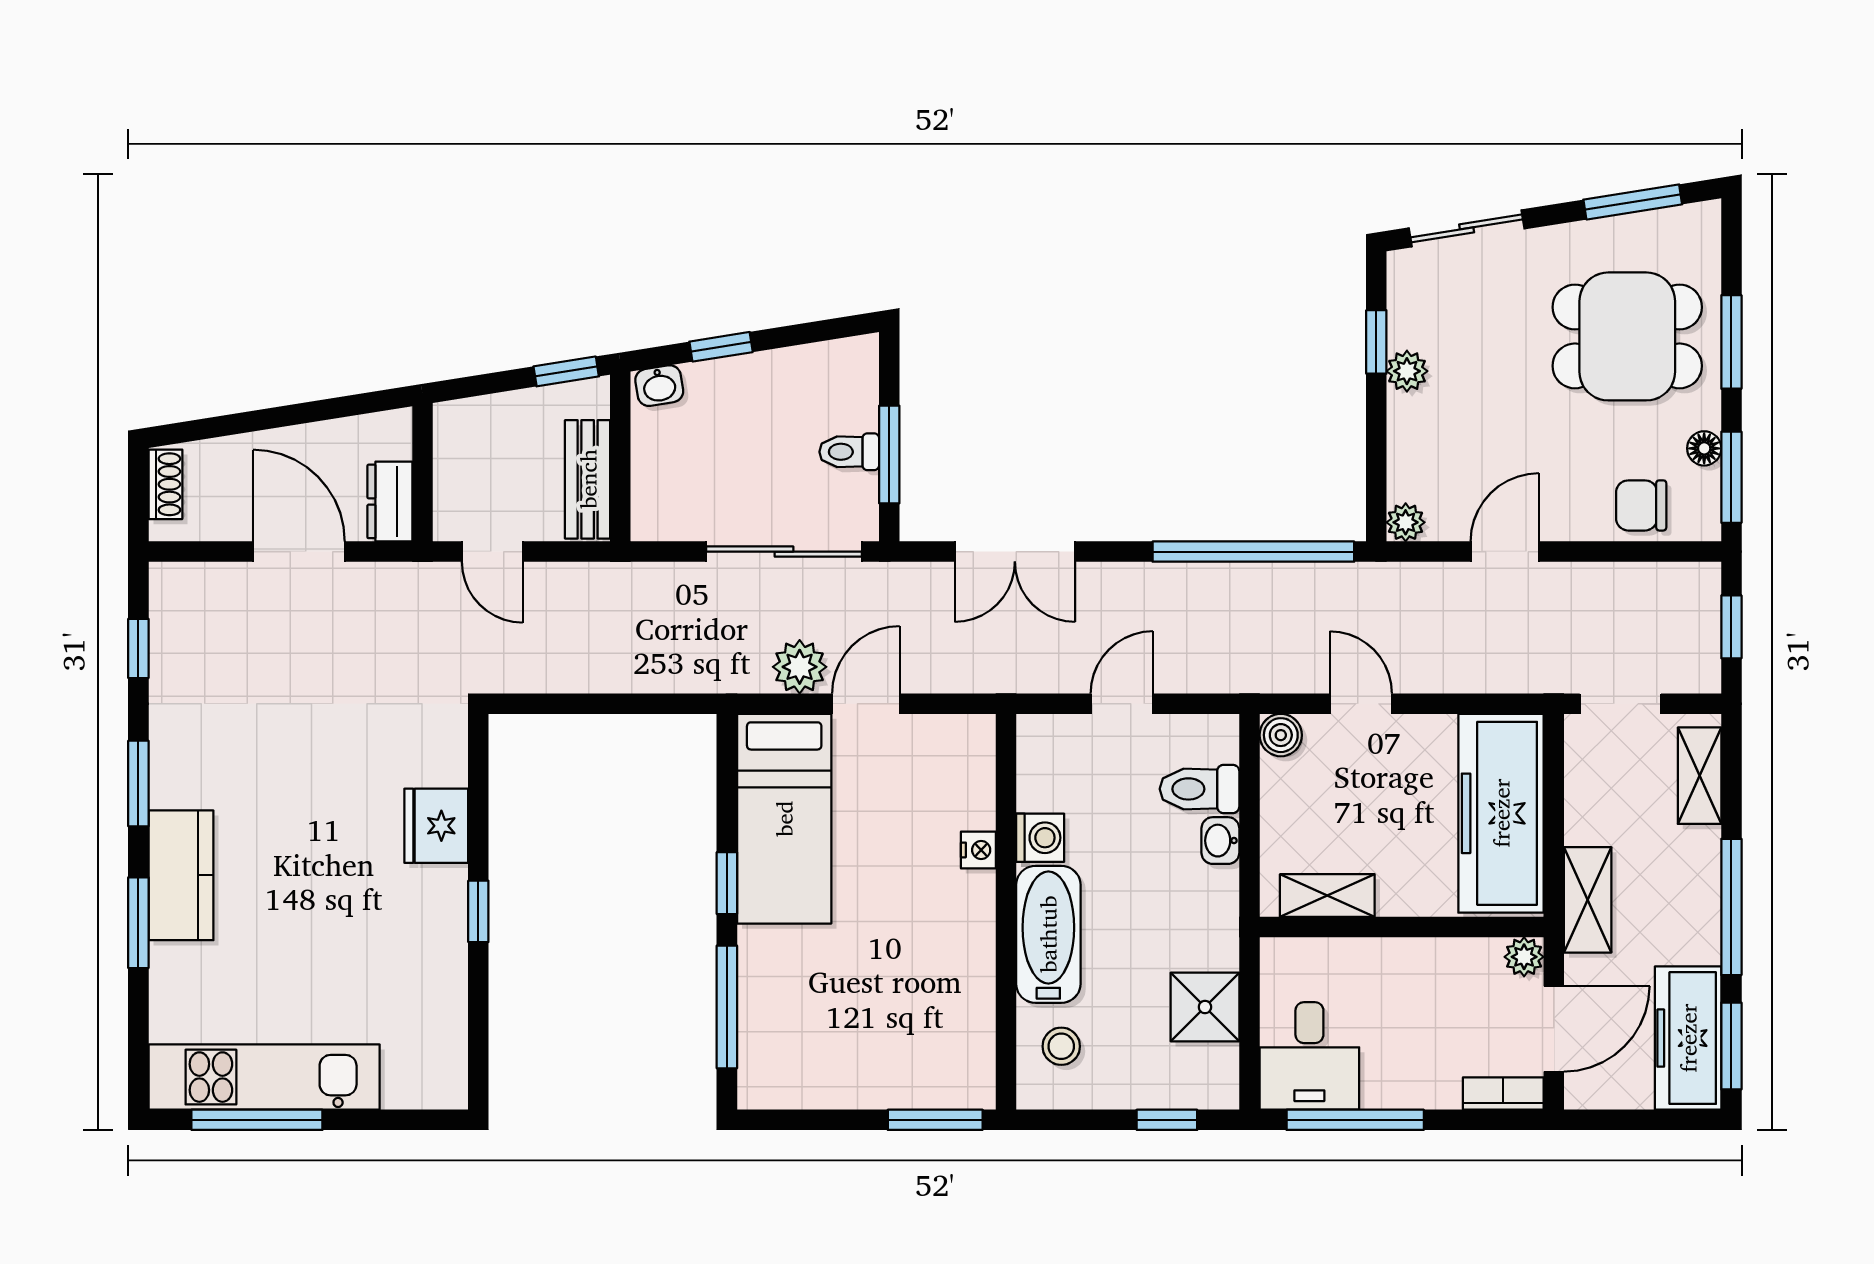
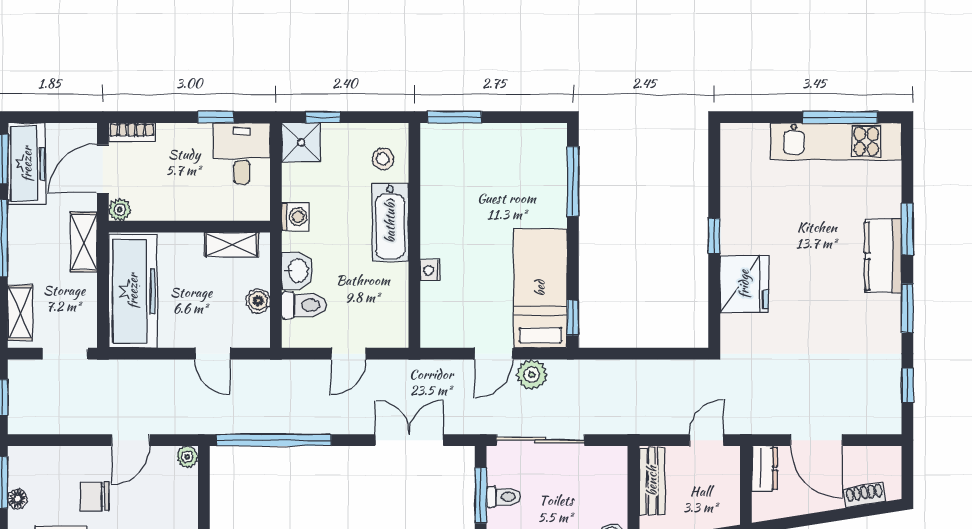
shoe rack: (165, 484) -> (864, 495), moved, turned 81
chair: (1641, 505) -> (94, 496), moved, turned 180
door: (492, 552) -> (706, 440), hinge flipped
boiler: (1281, 735) -> (258, 301), moved
fridge: (436, 826) -> (744, 284), width x1.36, depth x1.34
washing machine: (1040, 838) -> (295, 217), moved, turned 180
washbasin: (1220, 841) -> (297, 271), width x1.38, depth x1.45
window: (727, 883) -> (573, 318), moved
shower: (1205, 1007) -> (301, 142), moved
window: (1355, 1120) -> (216, 117), width x0.46

